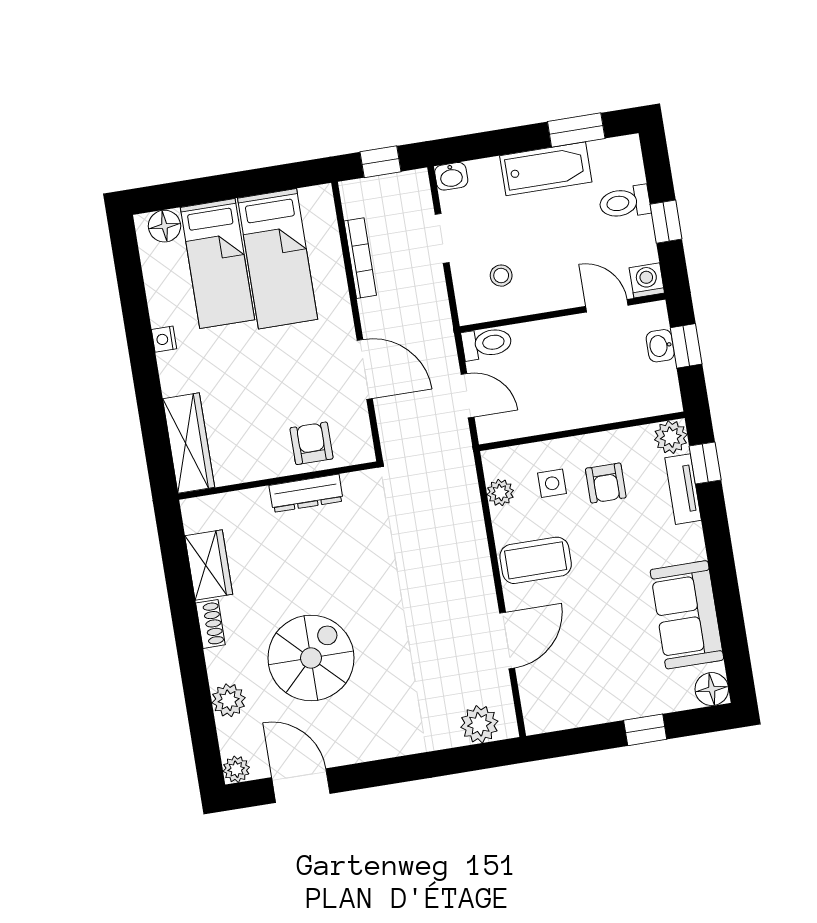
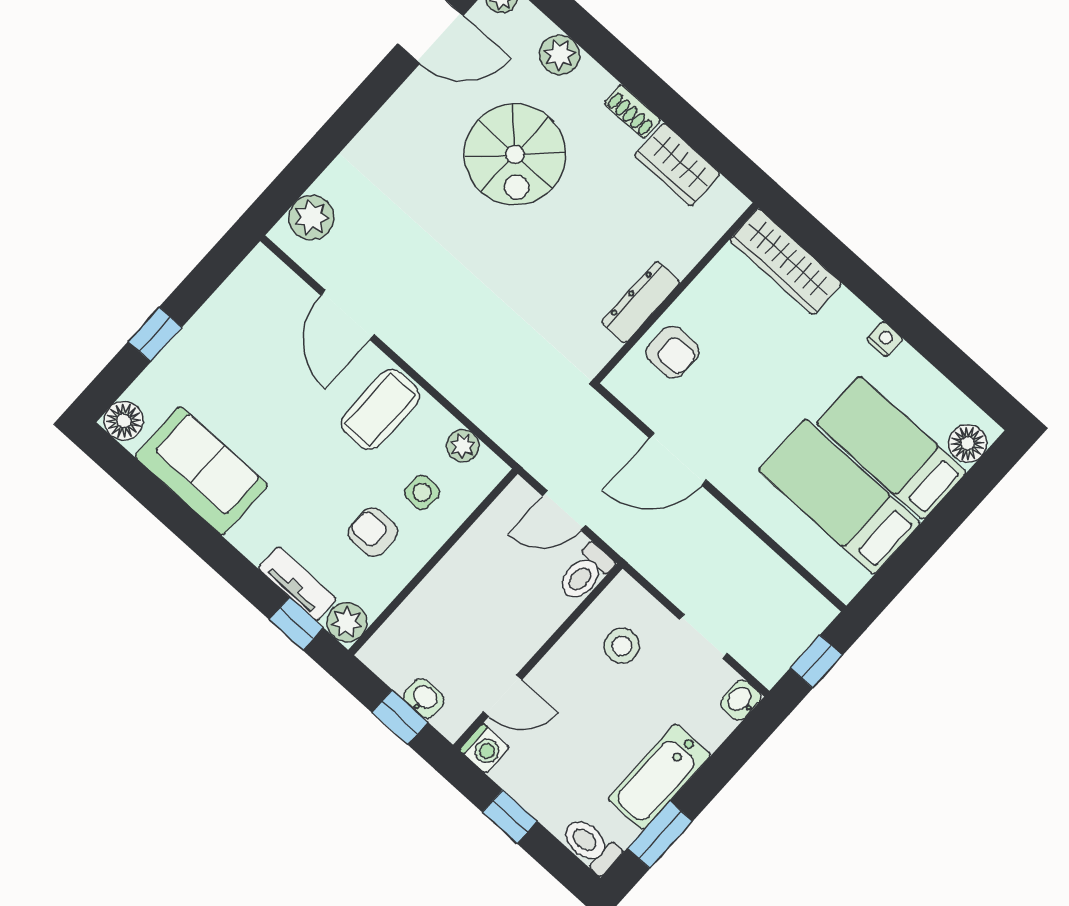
toilet: (625, 202) -> (591, 845), moved, turned -90
bookcase: (360, 258) -> (764, 558), removed
stool: (501, 276) -> (622, 646), width x1.37, depth x1.37

